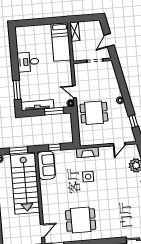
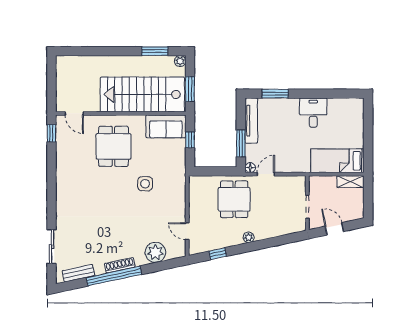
fireplace: (87, 152) -> (179, 186), removed
dining table: (81, 220) -> (113, 146), moved

